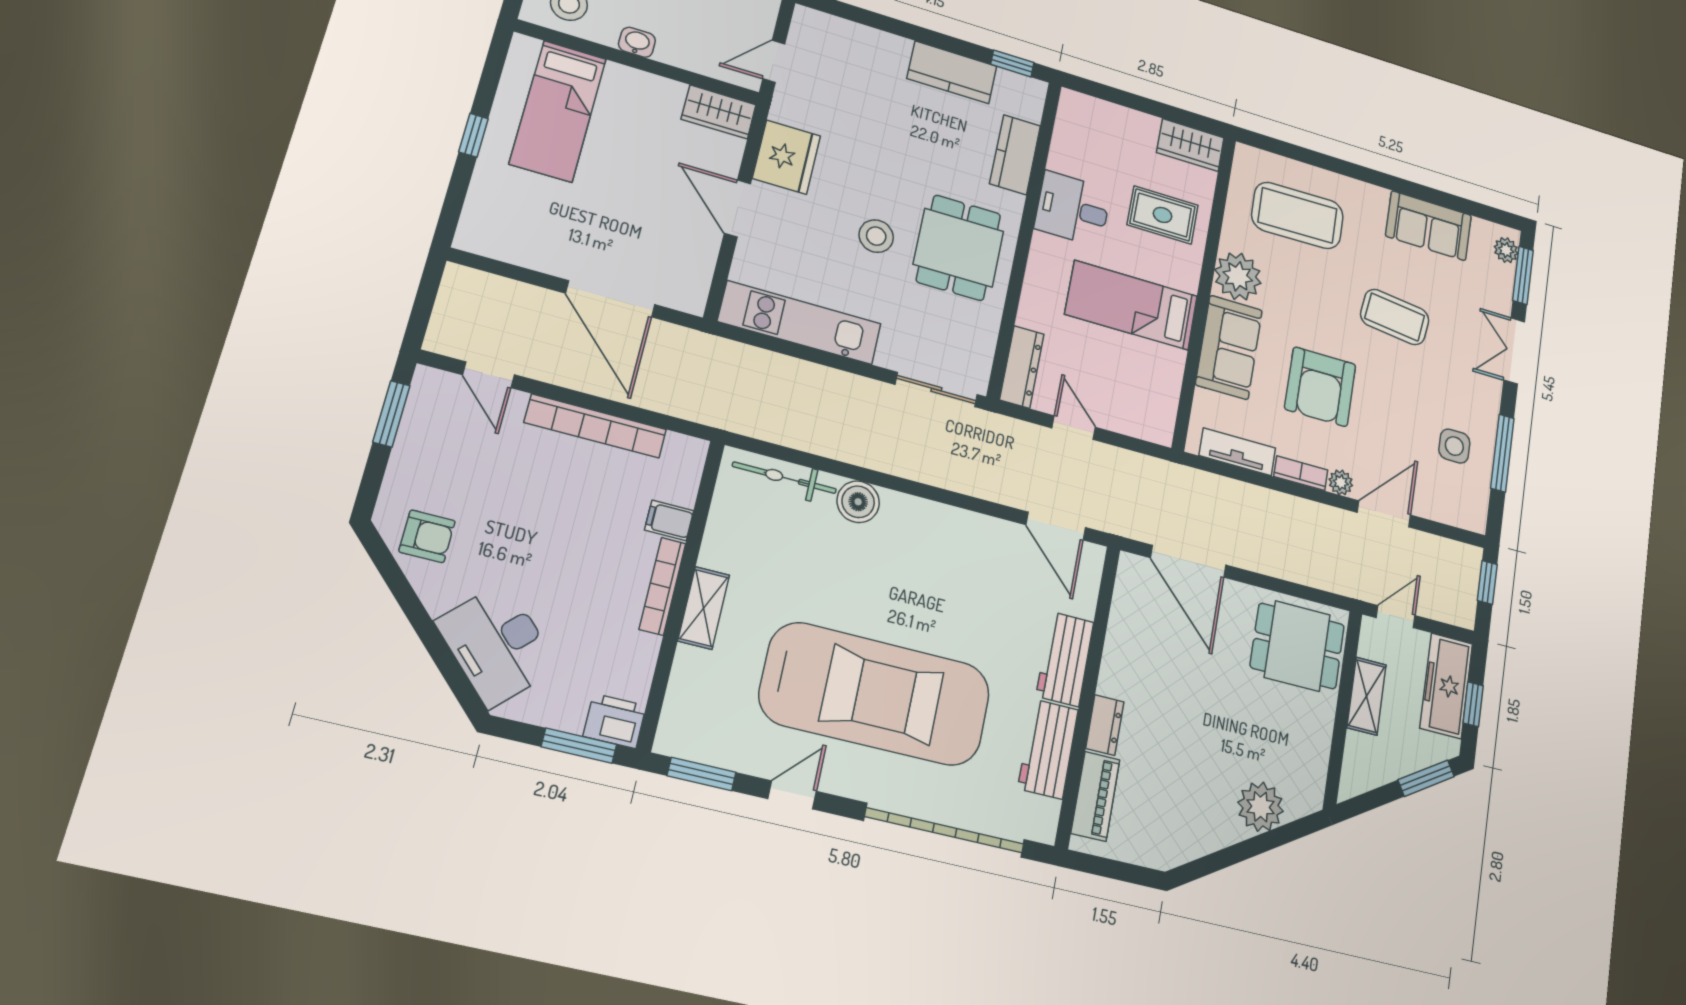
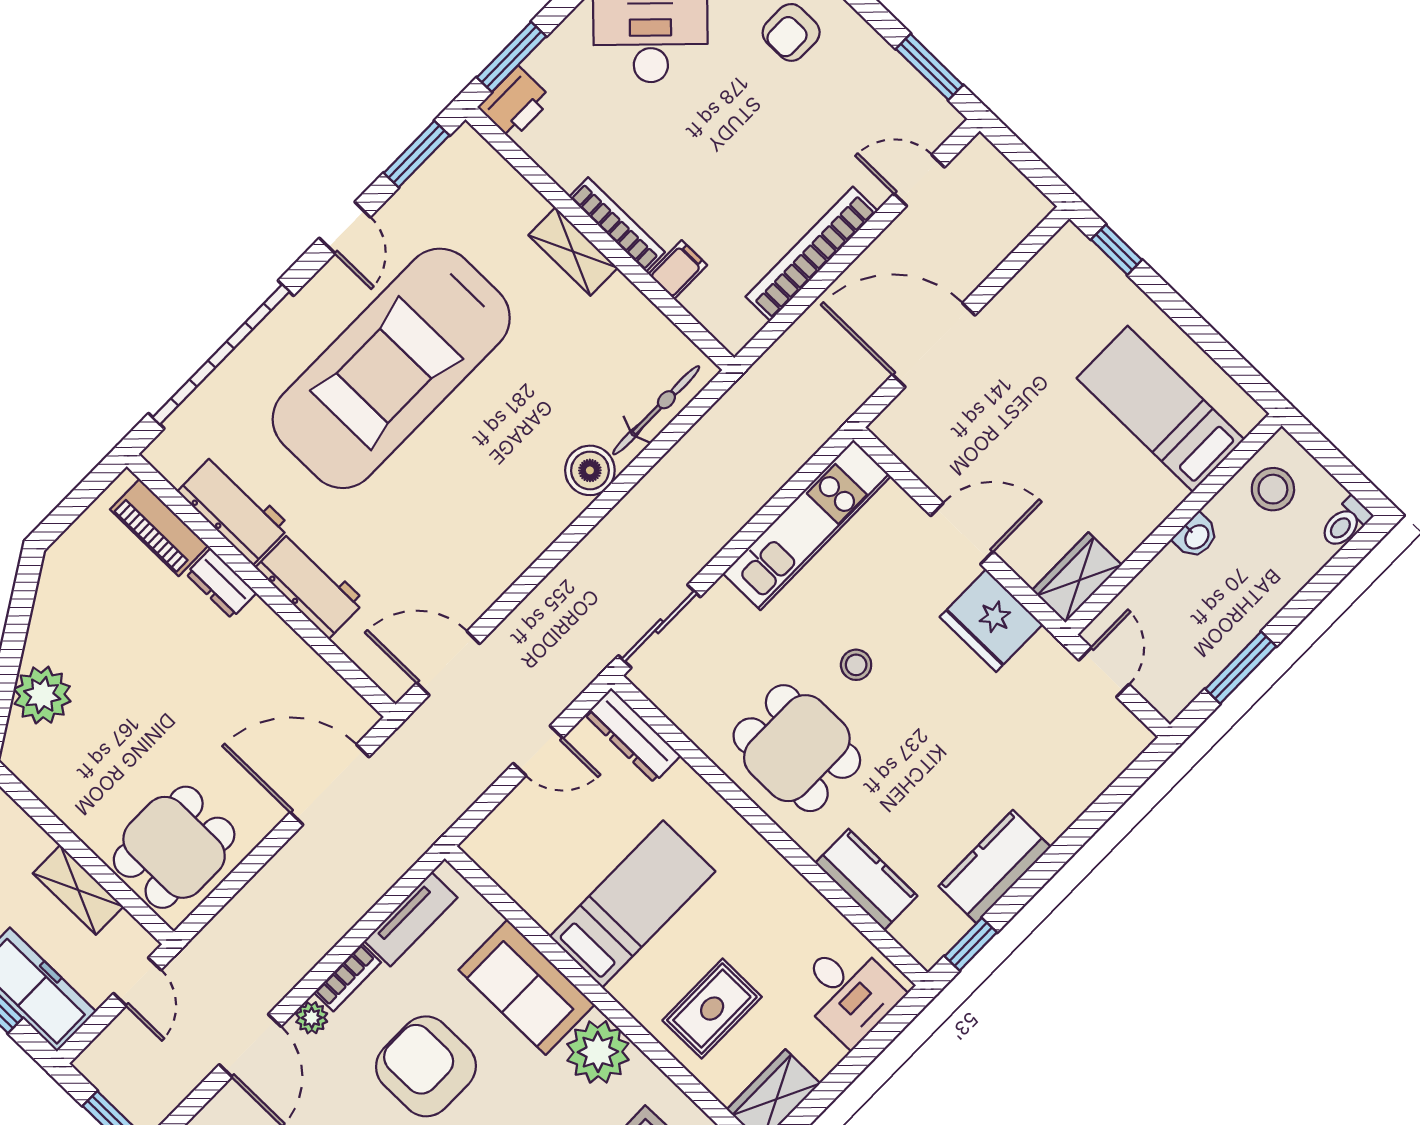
window: (473, 135) -> (1117, 250), moved
desk: (1073, 209) -> (848, 992), moved, turned 90
stool: (876, 236) -> (856, 665), width x0.73, depth x0.73

